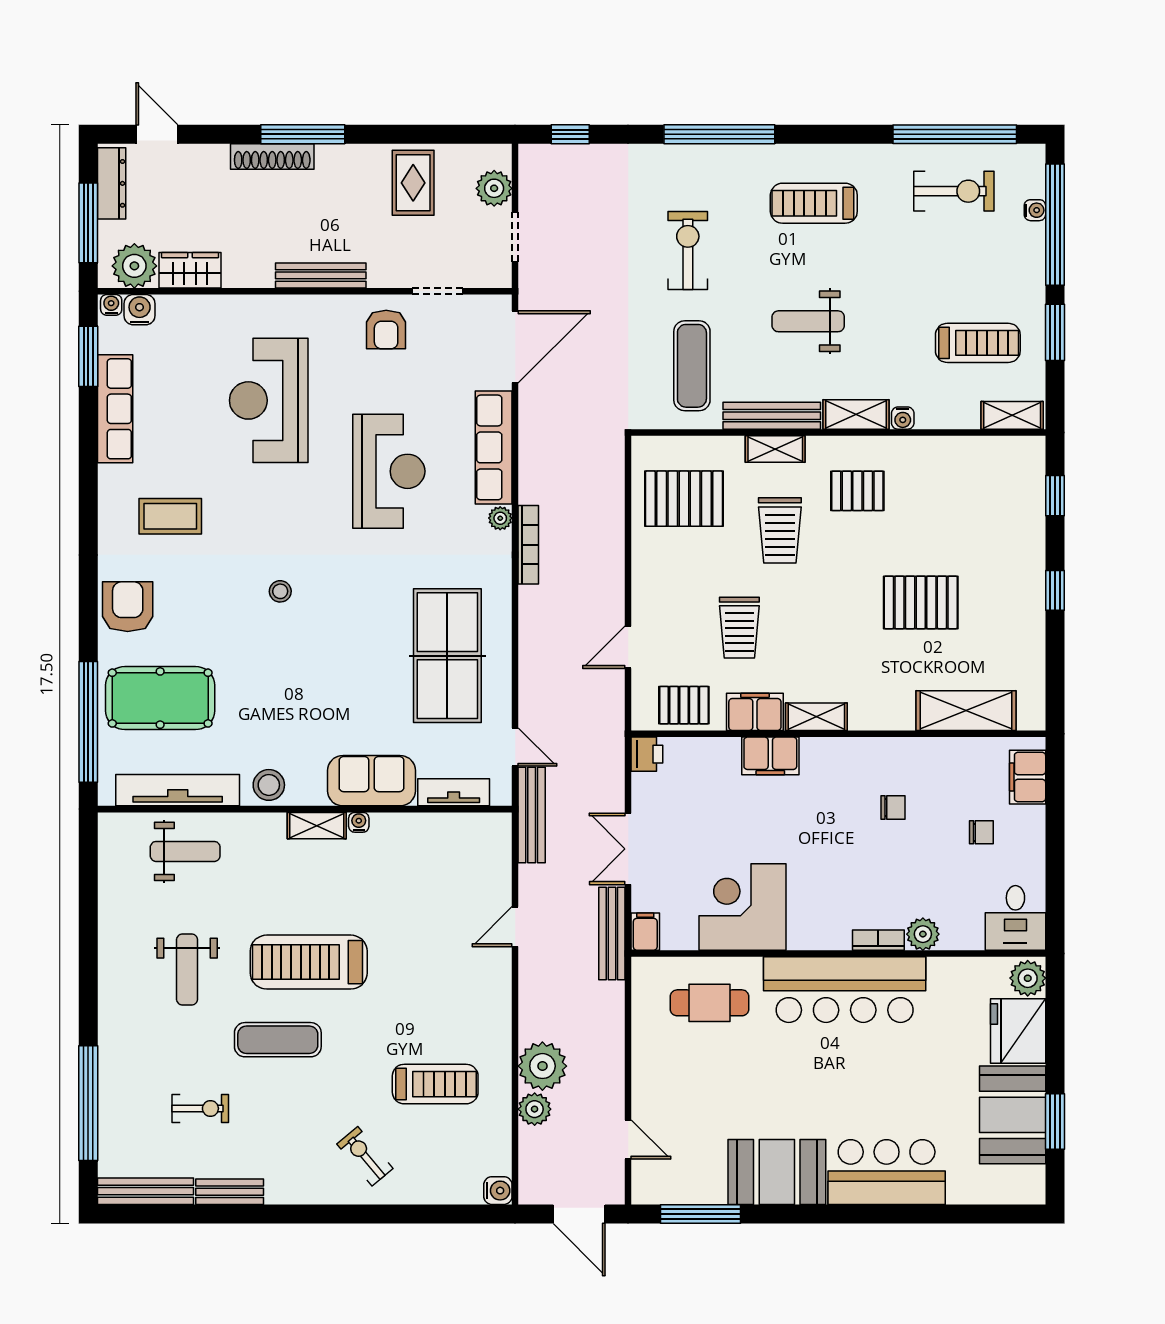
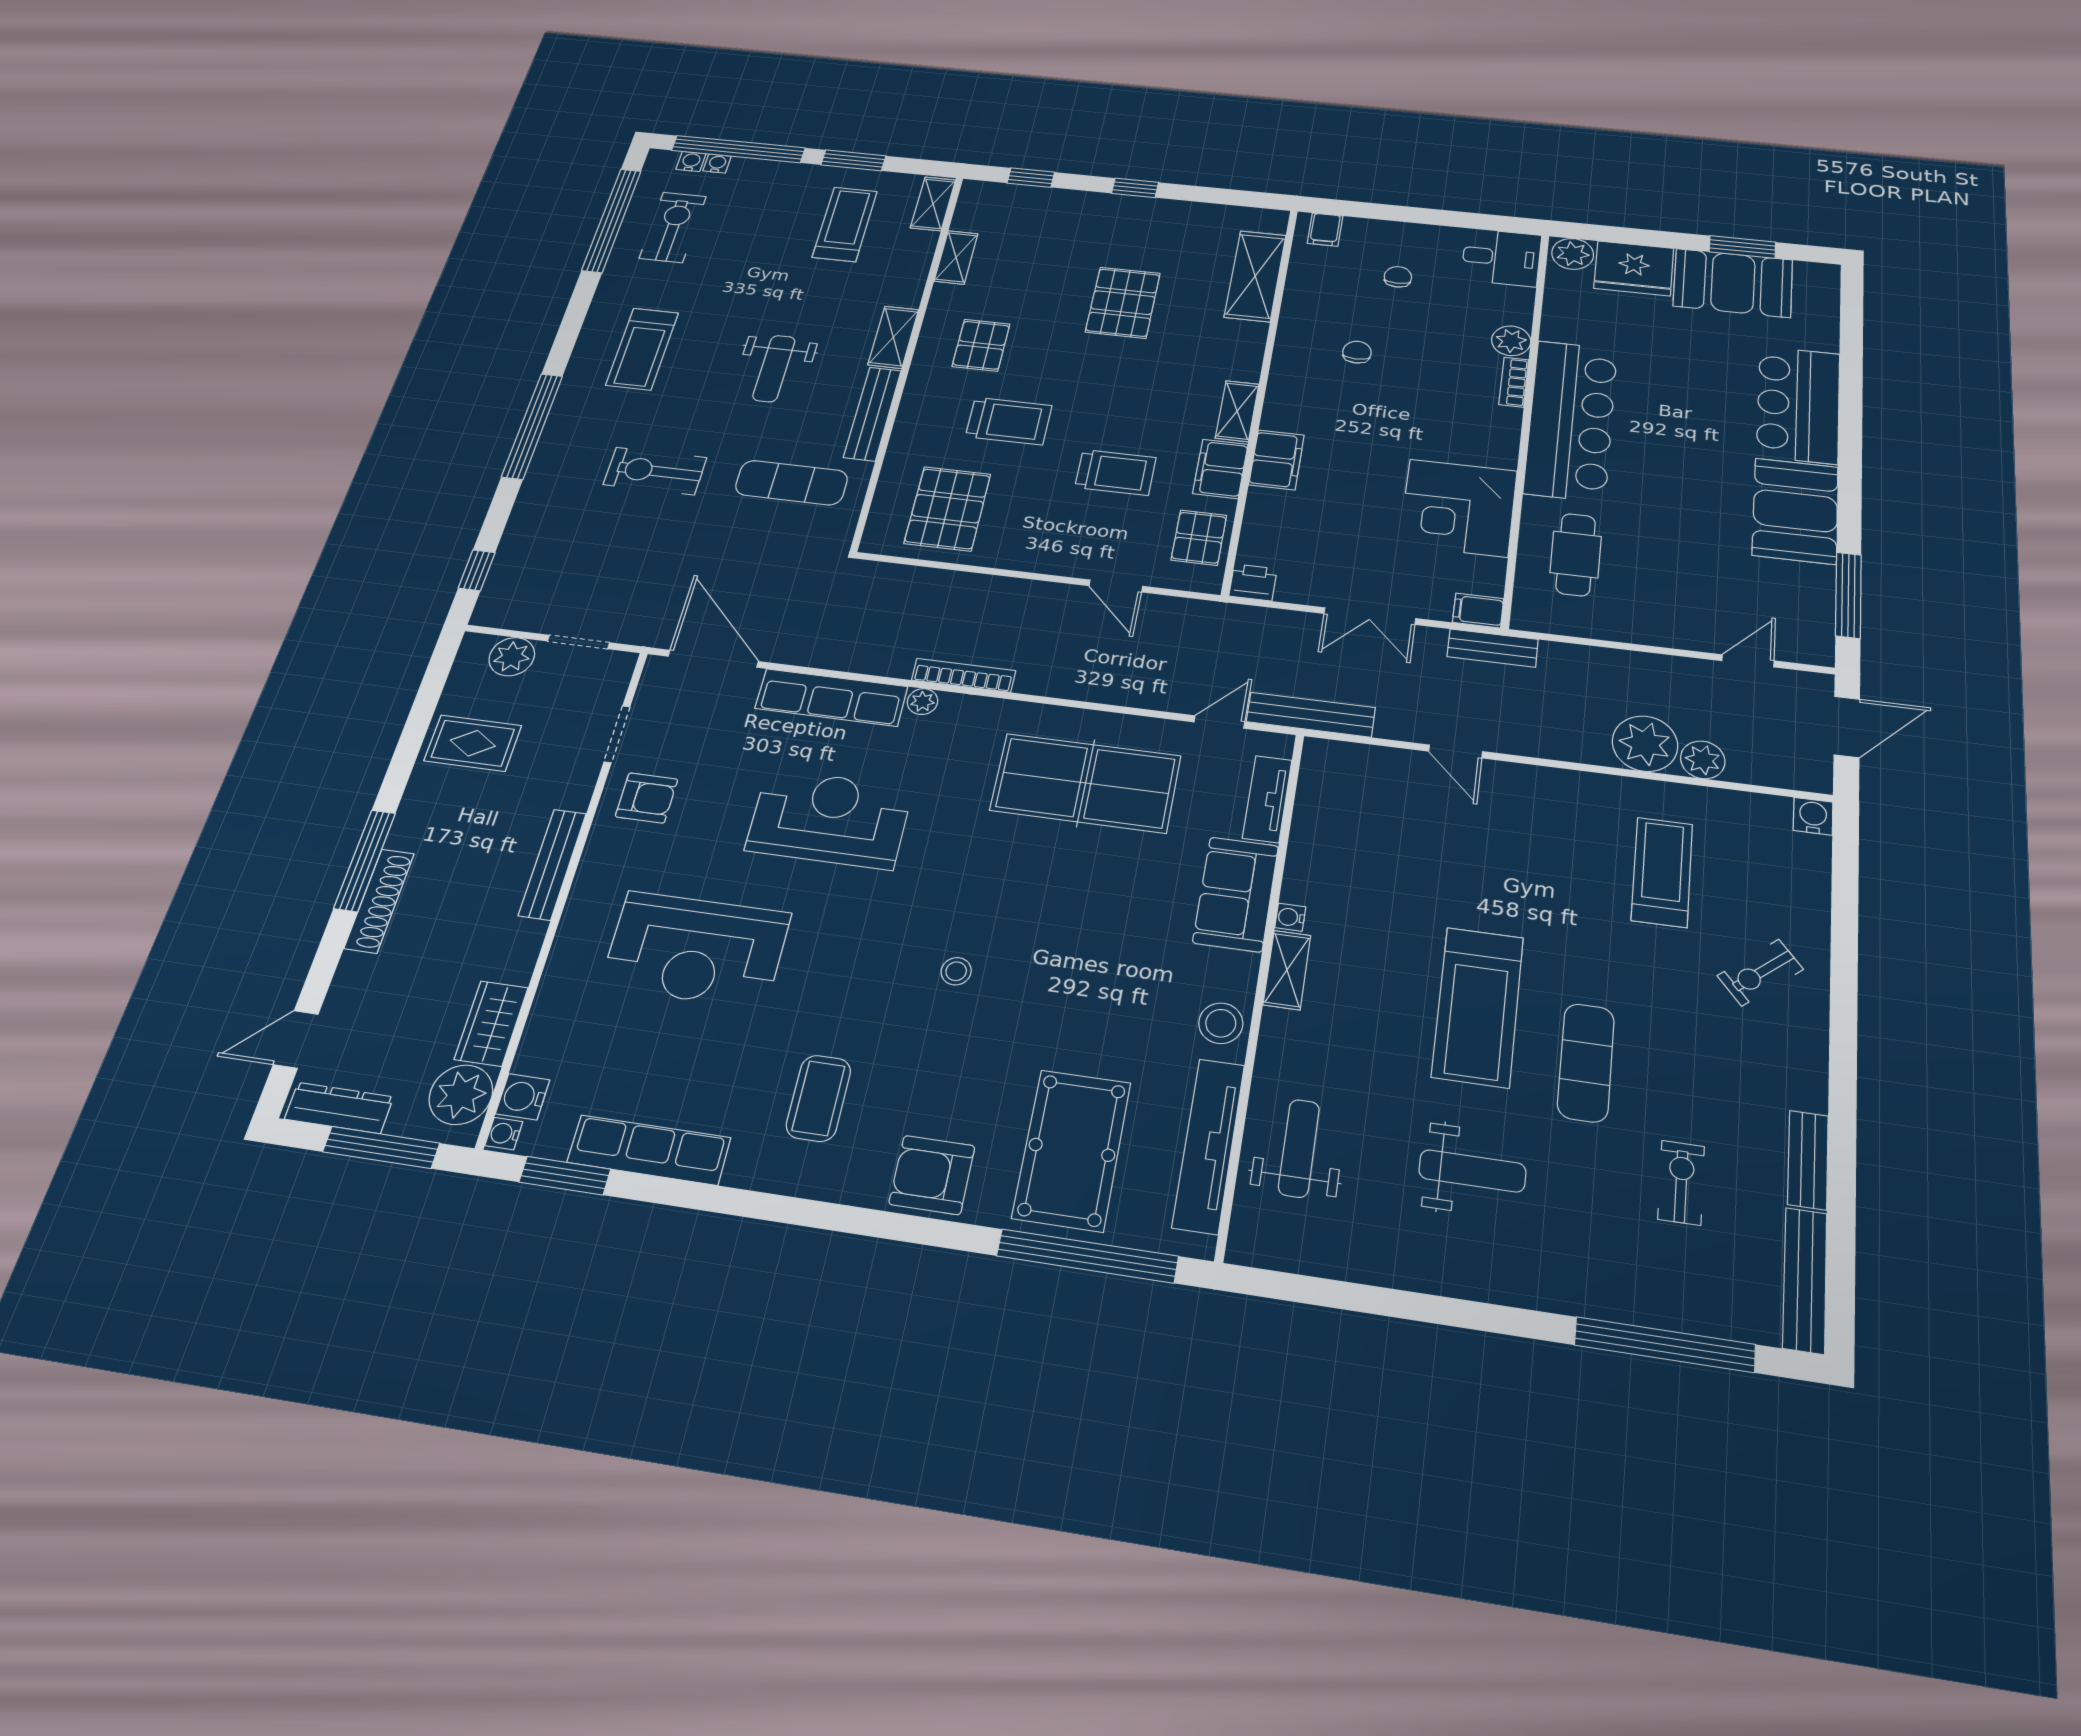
water cooler: (903, 418) -> (691, 161), moved, turned -90
shelving: (775, 449) -> (956, 257), moved
filing cabinet: (1028, 777) -> (1325, 230), width x0.50
bench: (612, 933) -> (1493, 648), width x0.73

